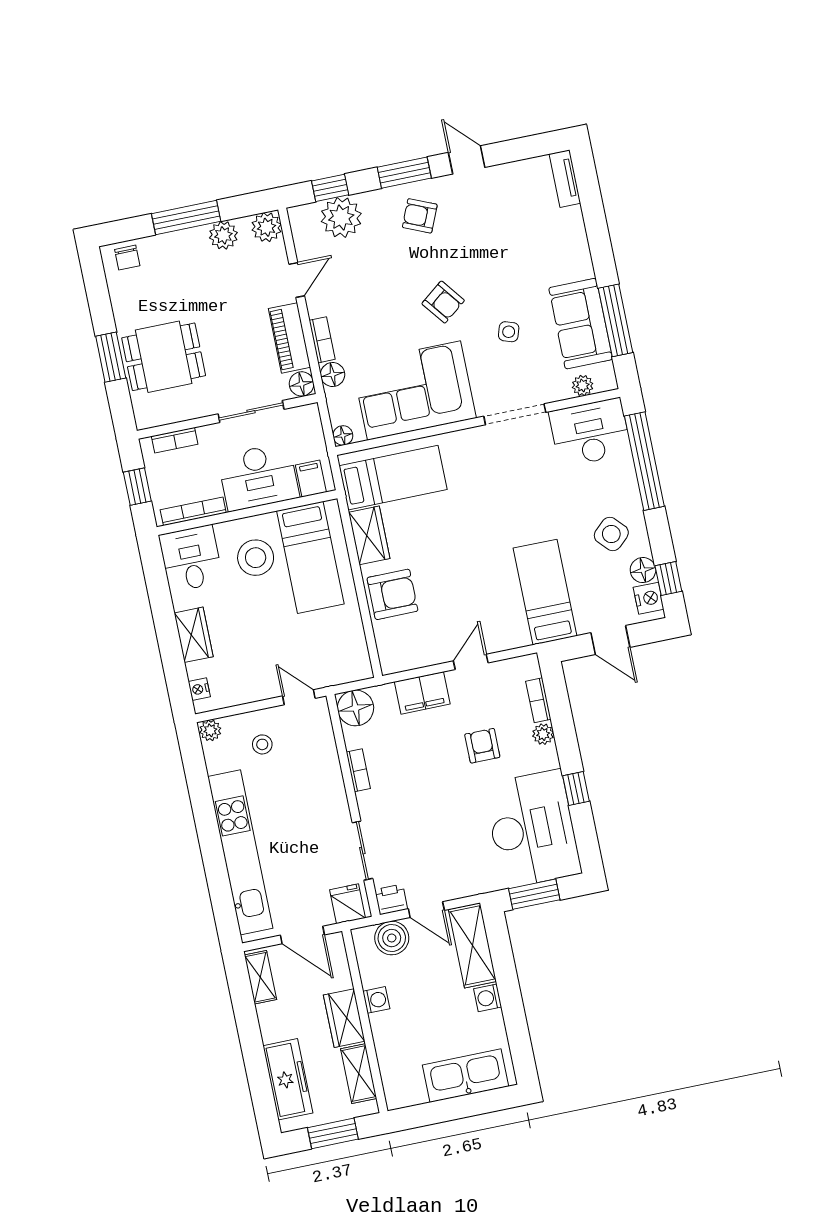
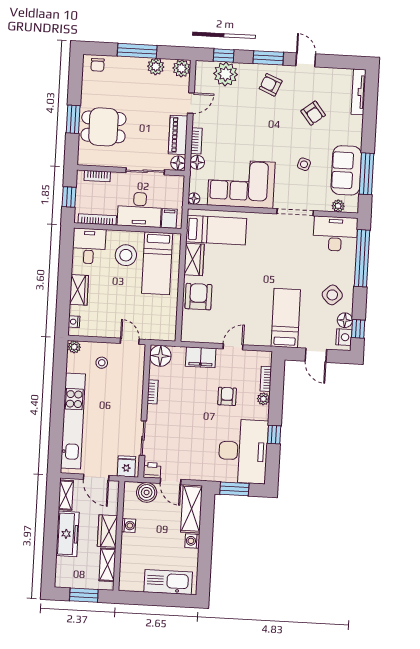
tv unit: (565, 179) -> (359, 92), width x1.41
armchair: (443, 302) -> (313, 113), moved
armchair: (392, 594) -> (198, 297), turned -90
freezer: (288, 1079) -> (67, 534), moved

